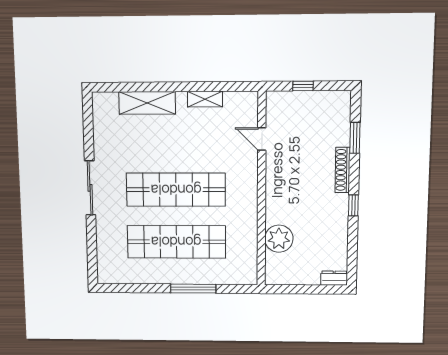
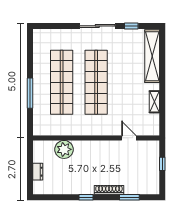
shelving: (147, 103) -> (152, 56), width x1.47
window: (88, 136) -> (131, 26), added
door: (262, 139) -> (129, 138), hinge flipped
dresser: (334, 278) -> (38, 172), moved

